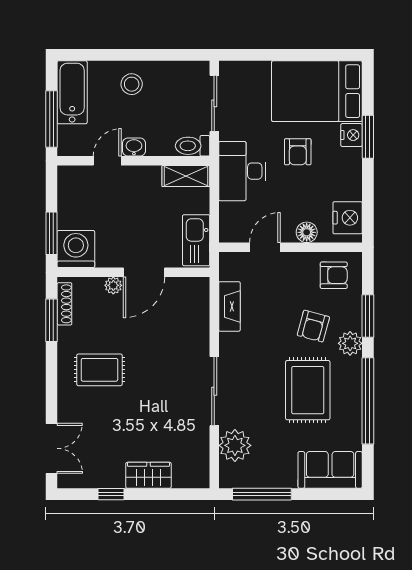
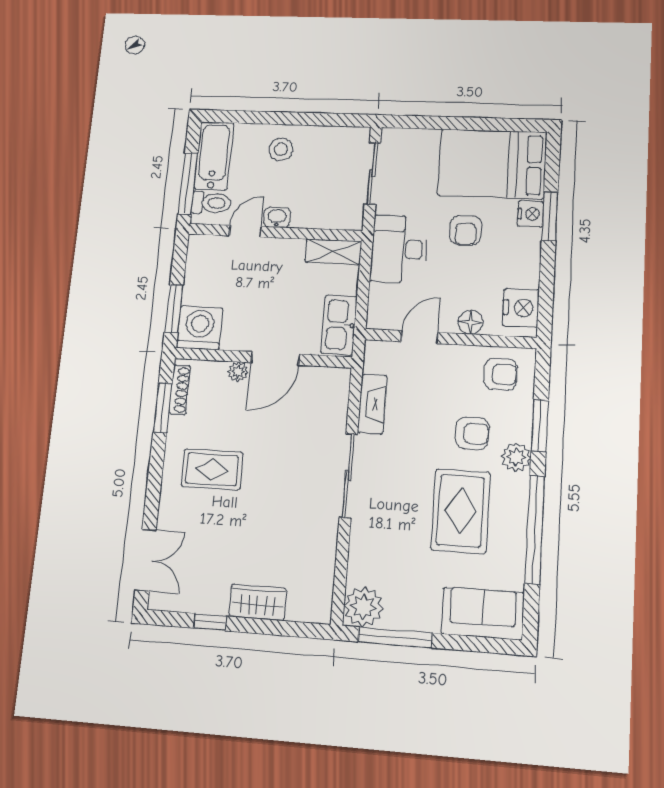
toilet: (193, 146) -> (211, 203), moved, turned 180
armchair: (313, 326) -> (472, 433), turned -104
sliding door: (214, 391) -> (348, 475), moved
plant: (235, 445) -> (364, 607), moved

